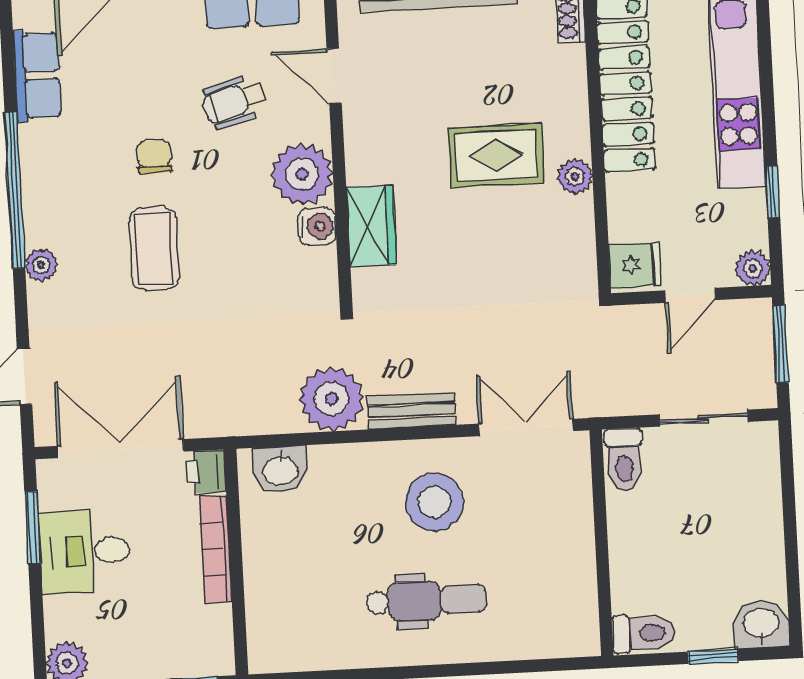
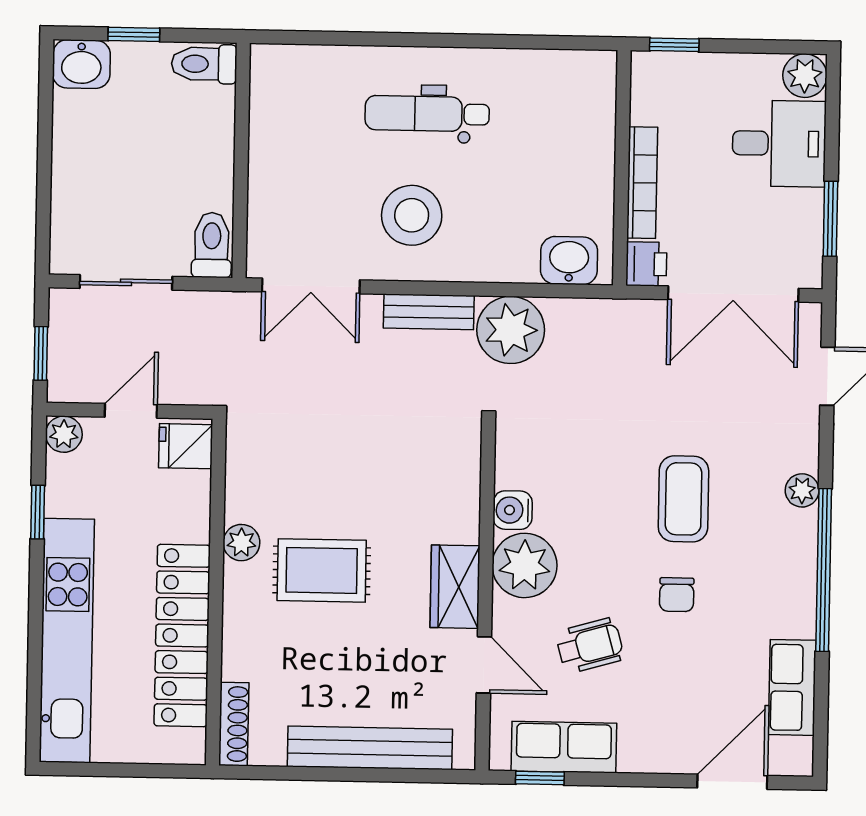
wardrobe: (371, 226) -> (455, 587), moved
window: (781, 344) -> (41, 353), width x0.67
desk: (85, 551) -> (779, 143), moved

